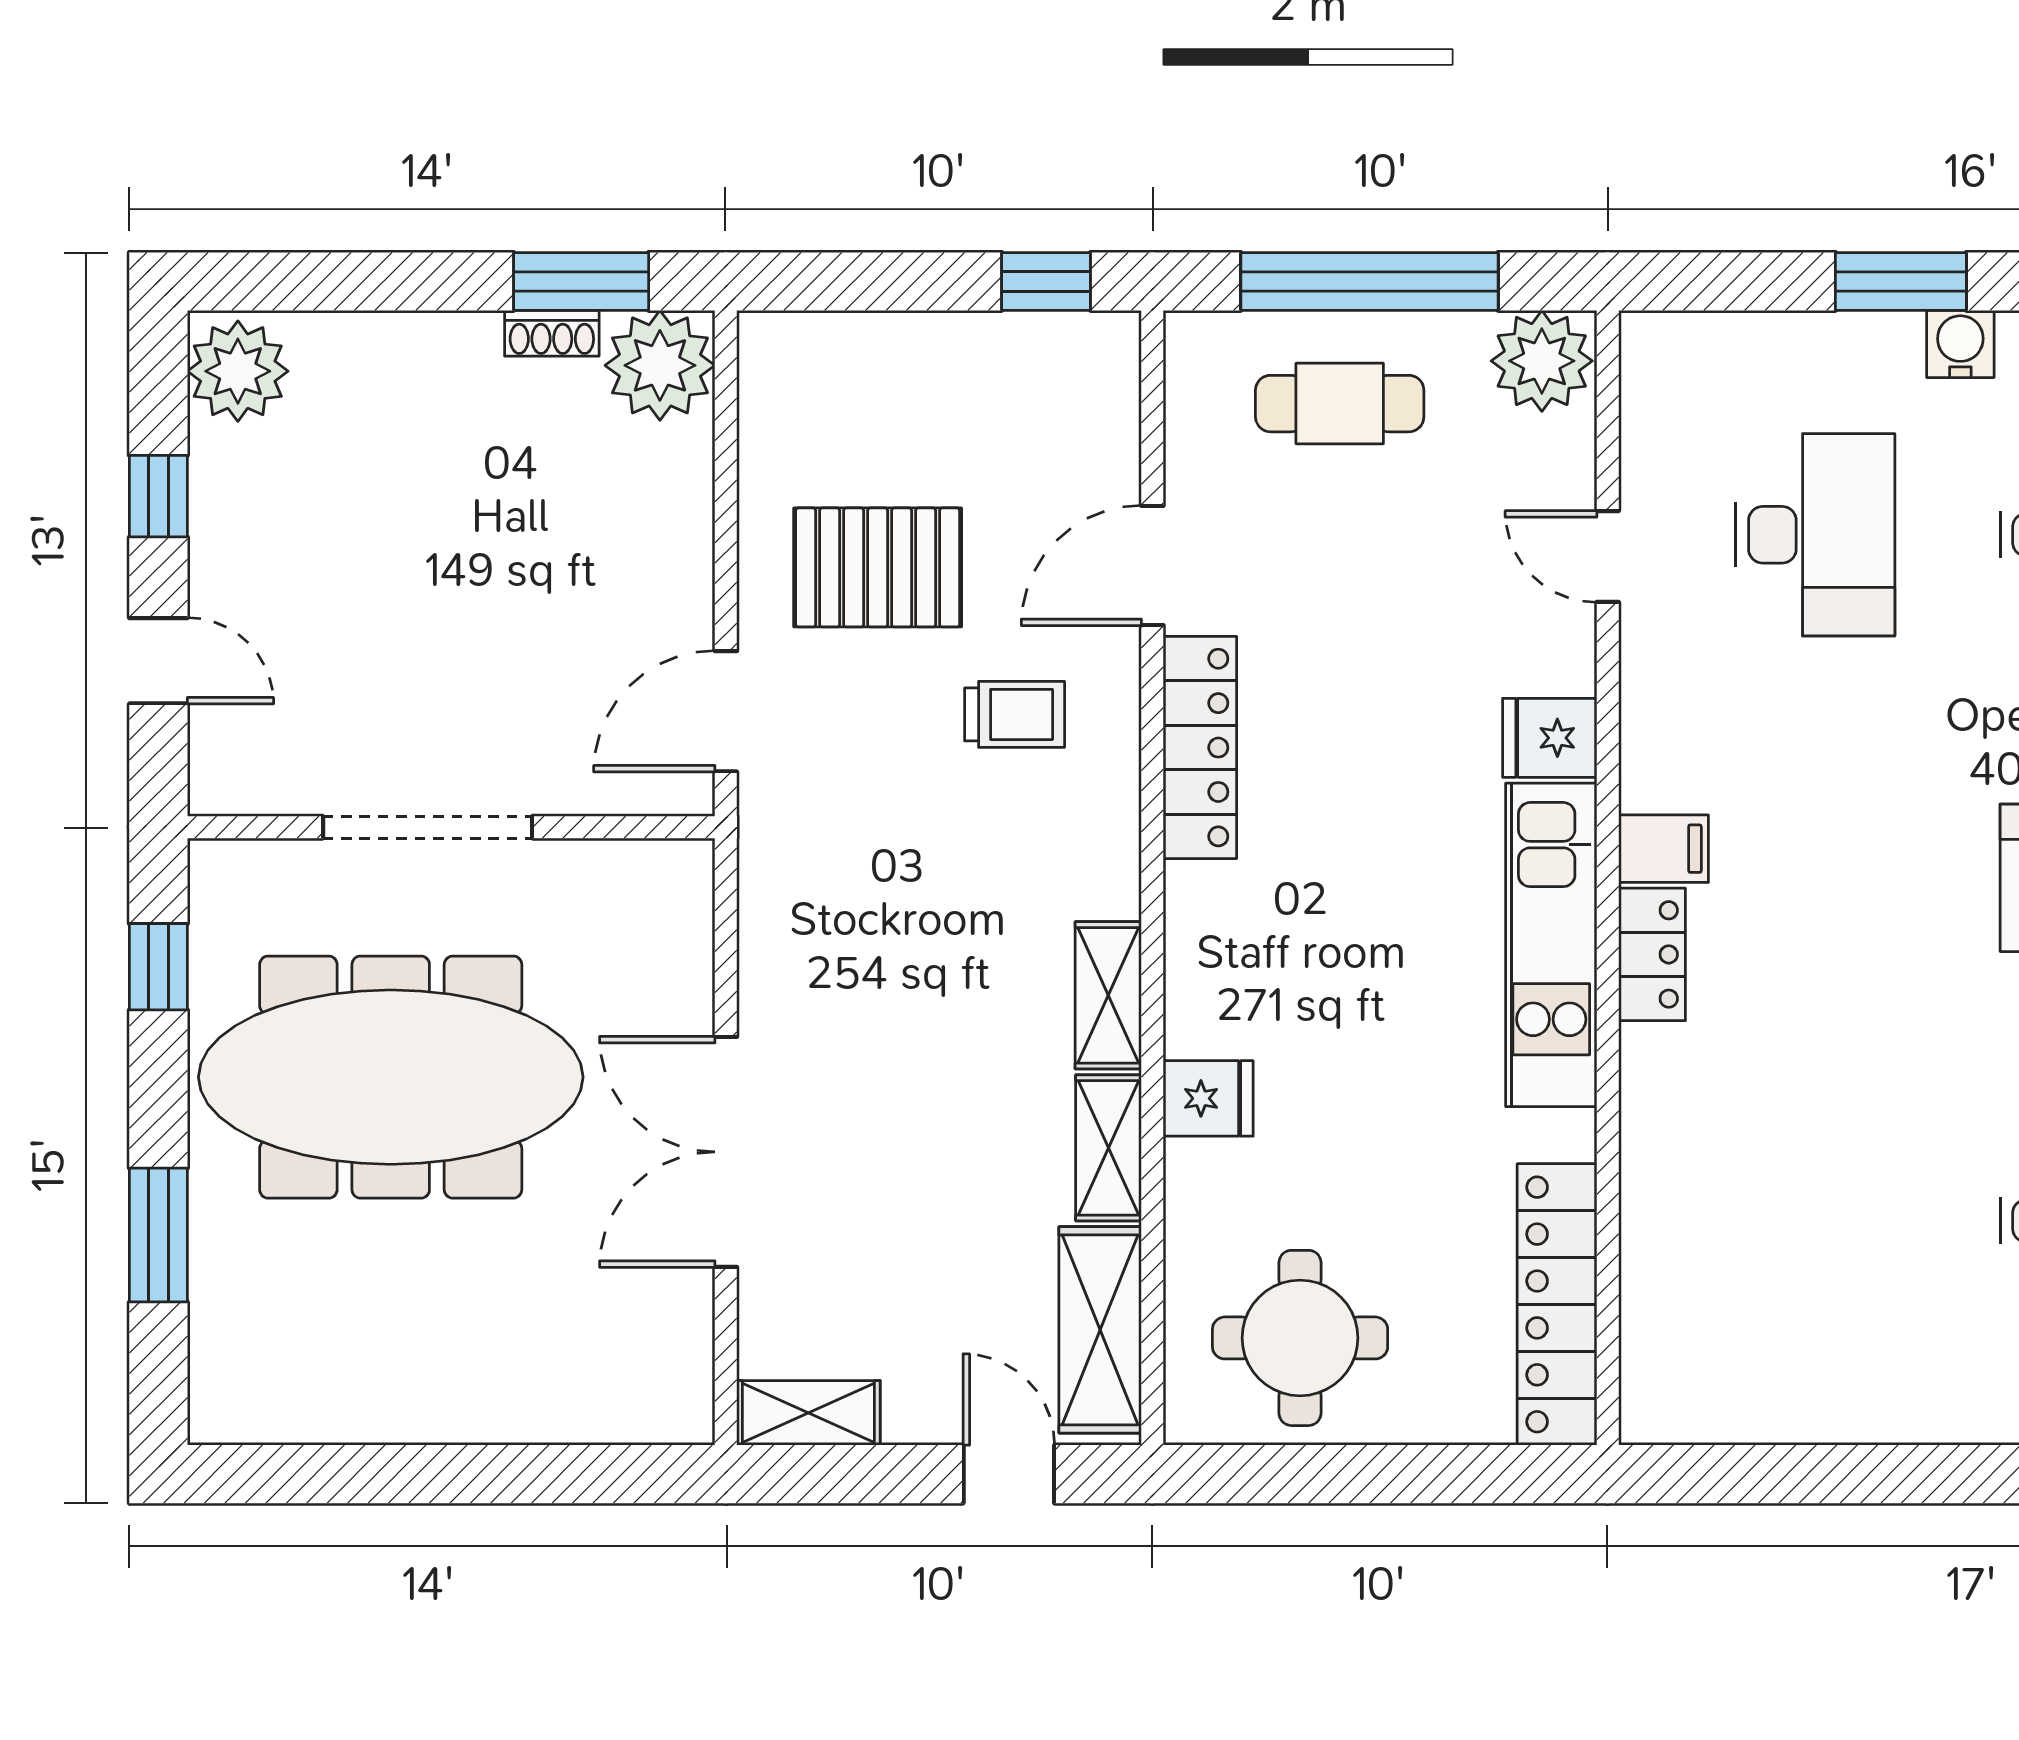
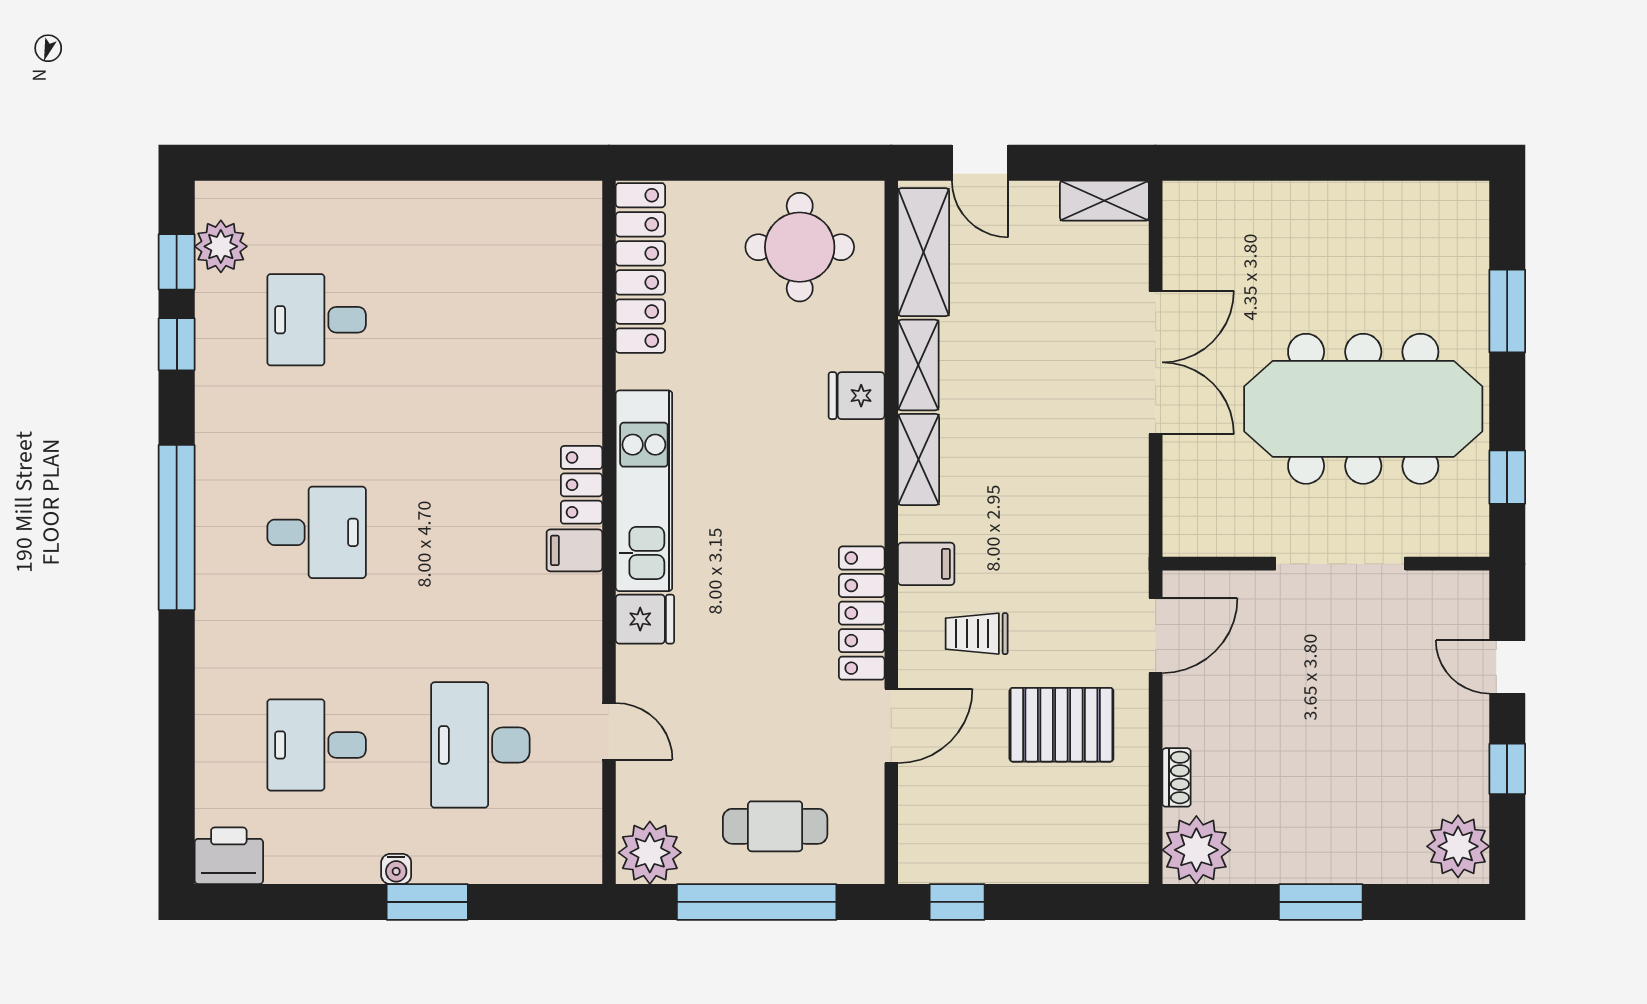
window: (581, 281) -> (1321, 902), moved
shoe rack: (552, 333) -> (1176, 777), moved, turned 90
water cooler: (1960, 344) -> (396, 869), width x0.72, depth x0.72
filing cabinet: (1096, 827) -> (926, 564), added

